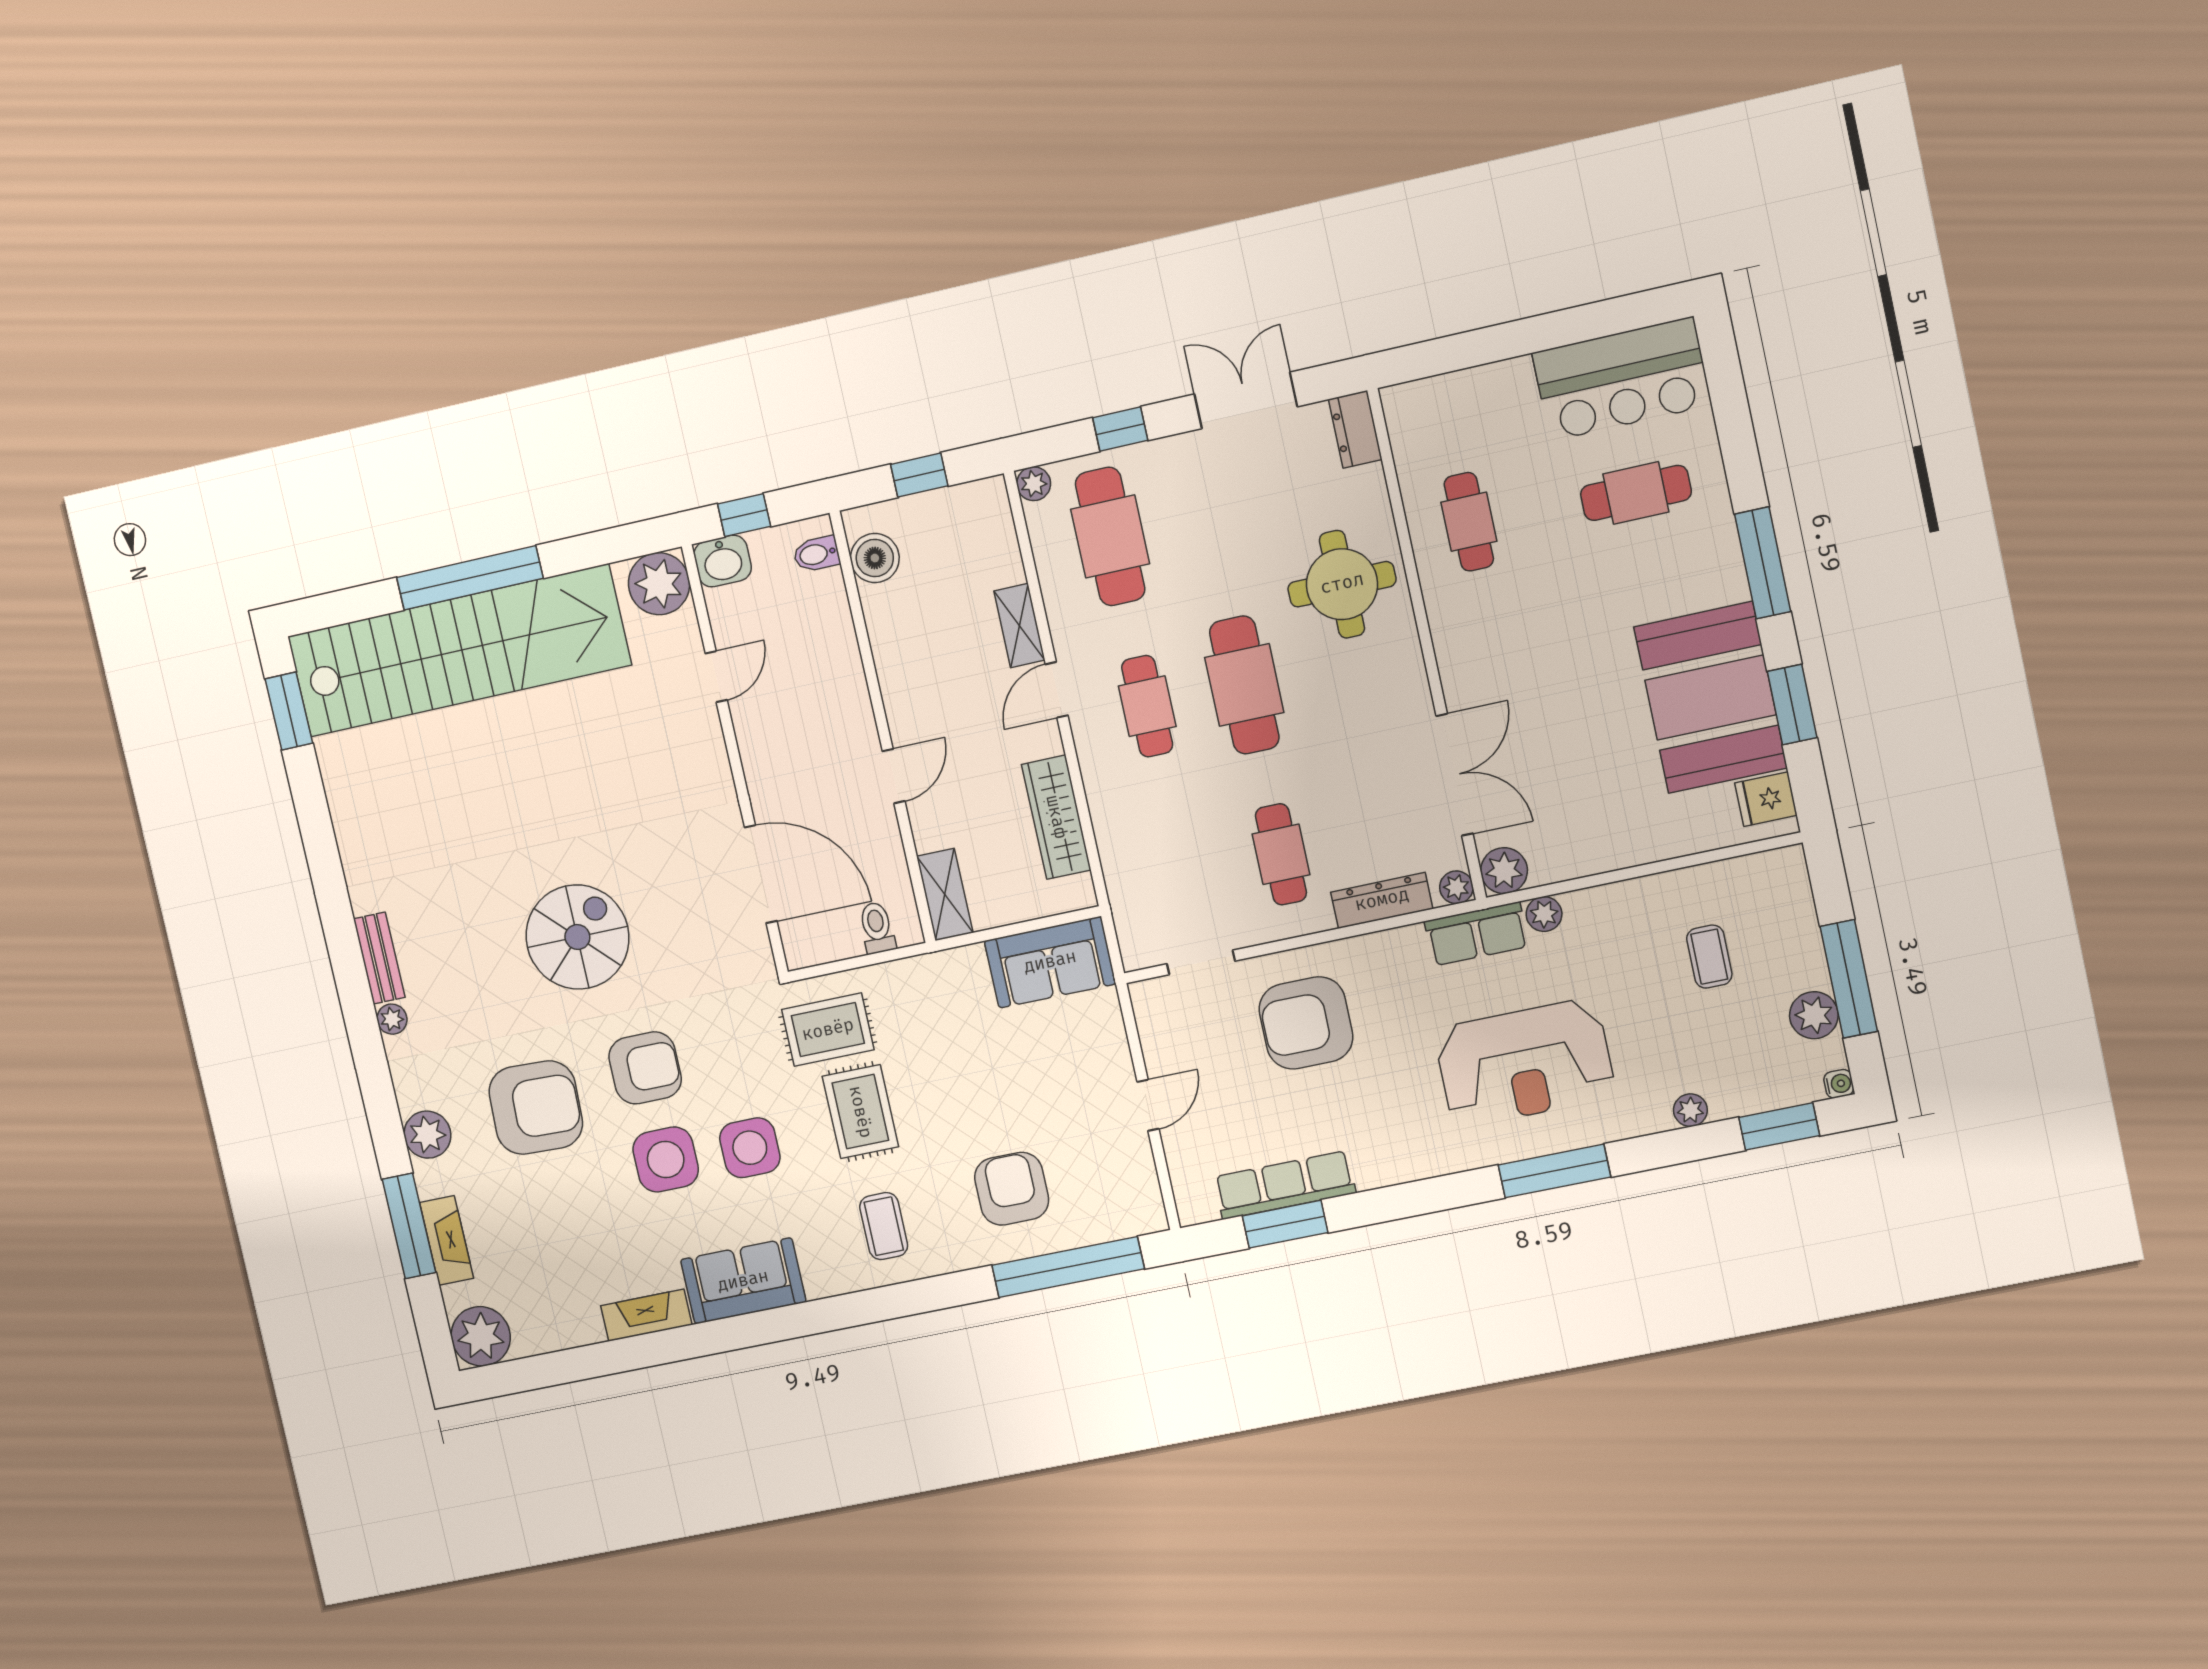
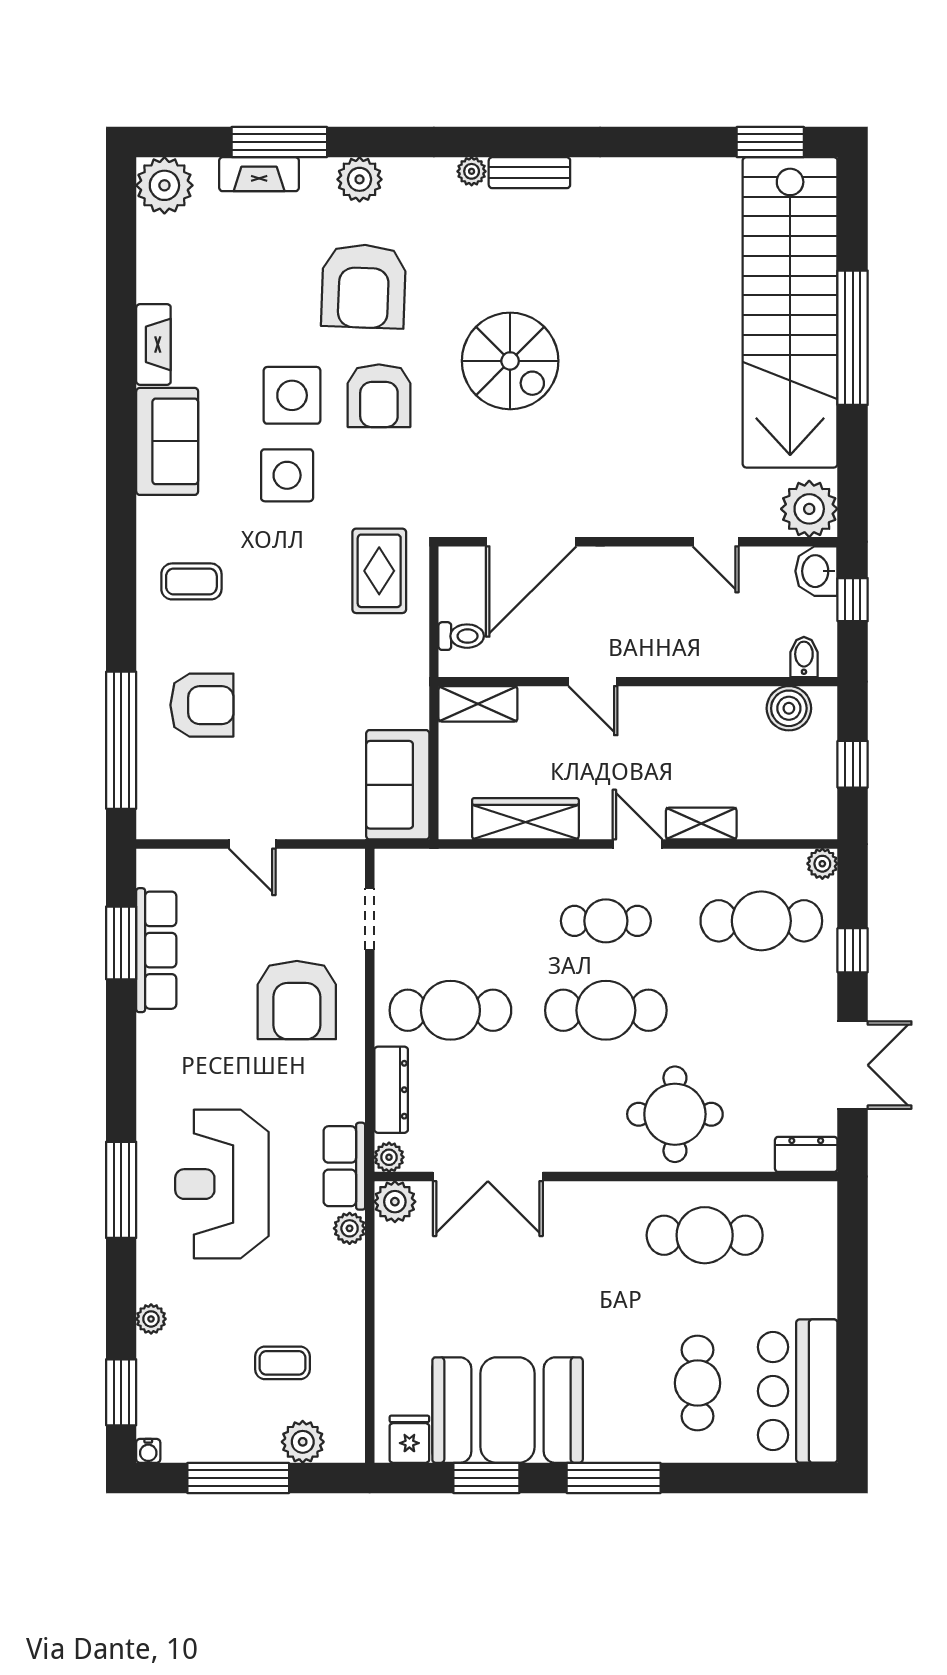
cafe table: (1469, 522) -> (705, 1235), width x1.37, depth x1.35
cafe table: (1281, 854) -> (450, 1010), width x1.37, depth x1.35
plant: (1814, 1015) -> (303, 1442), moved
armchair: (1306, 1023) -> (297, 1000), turned 180
rug: (860, 1112) -> (299, 584), removed

